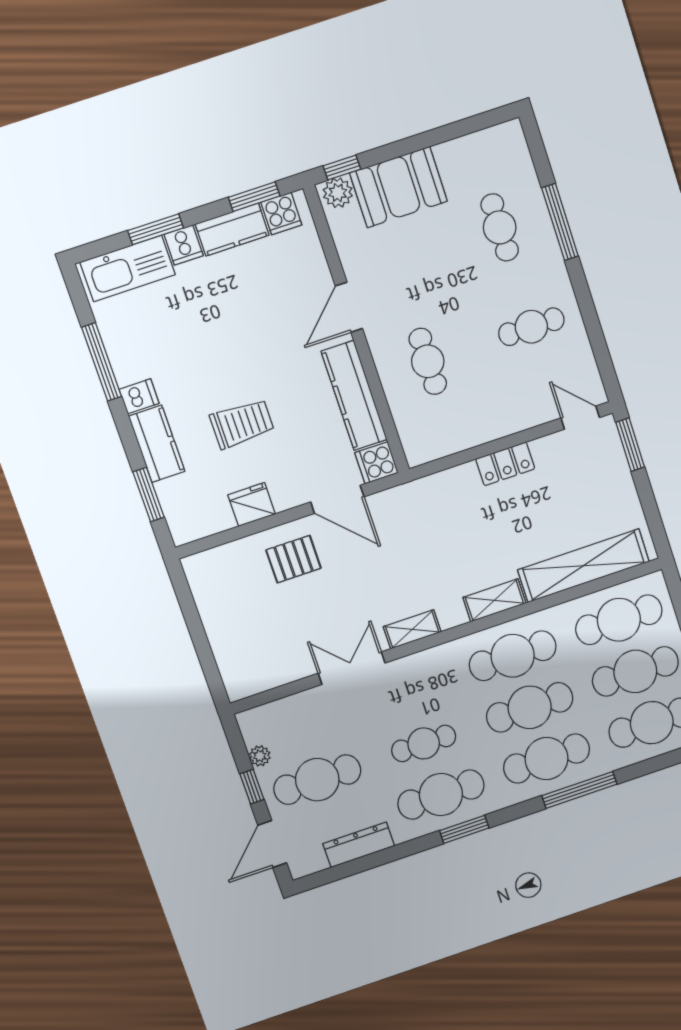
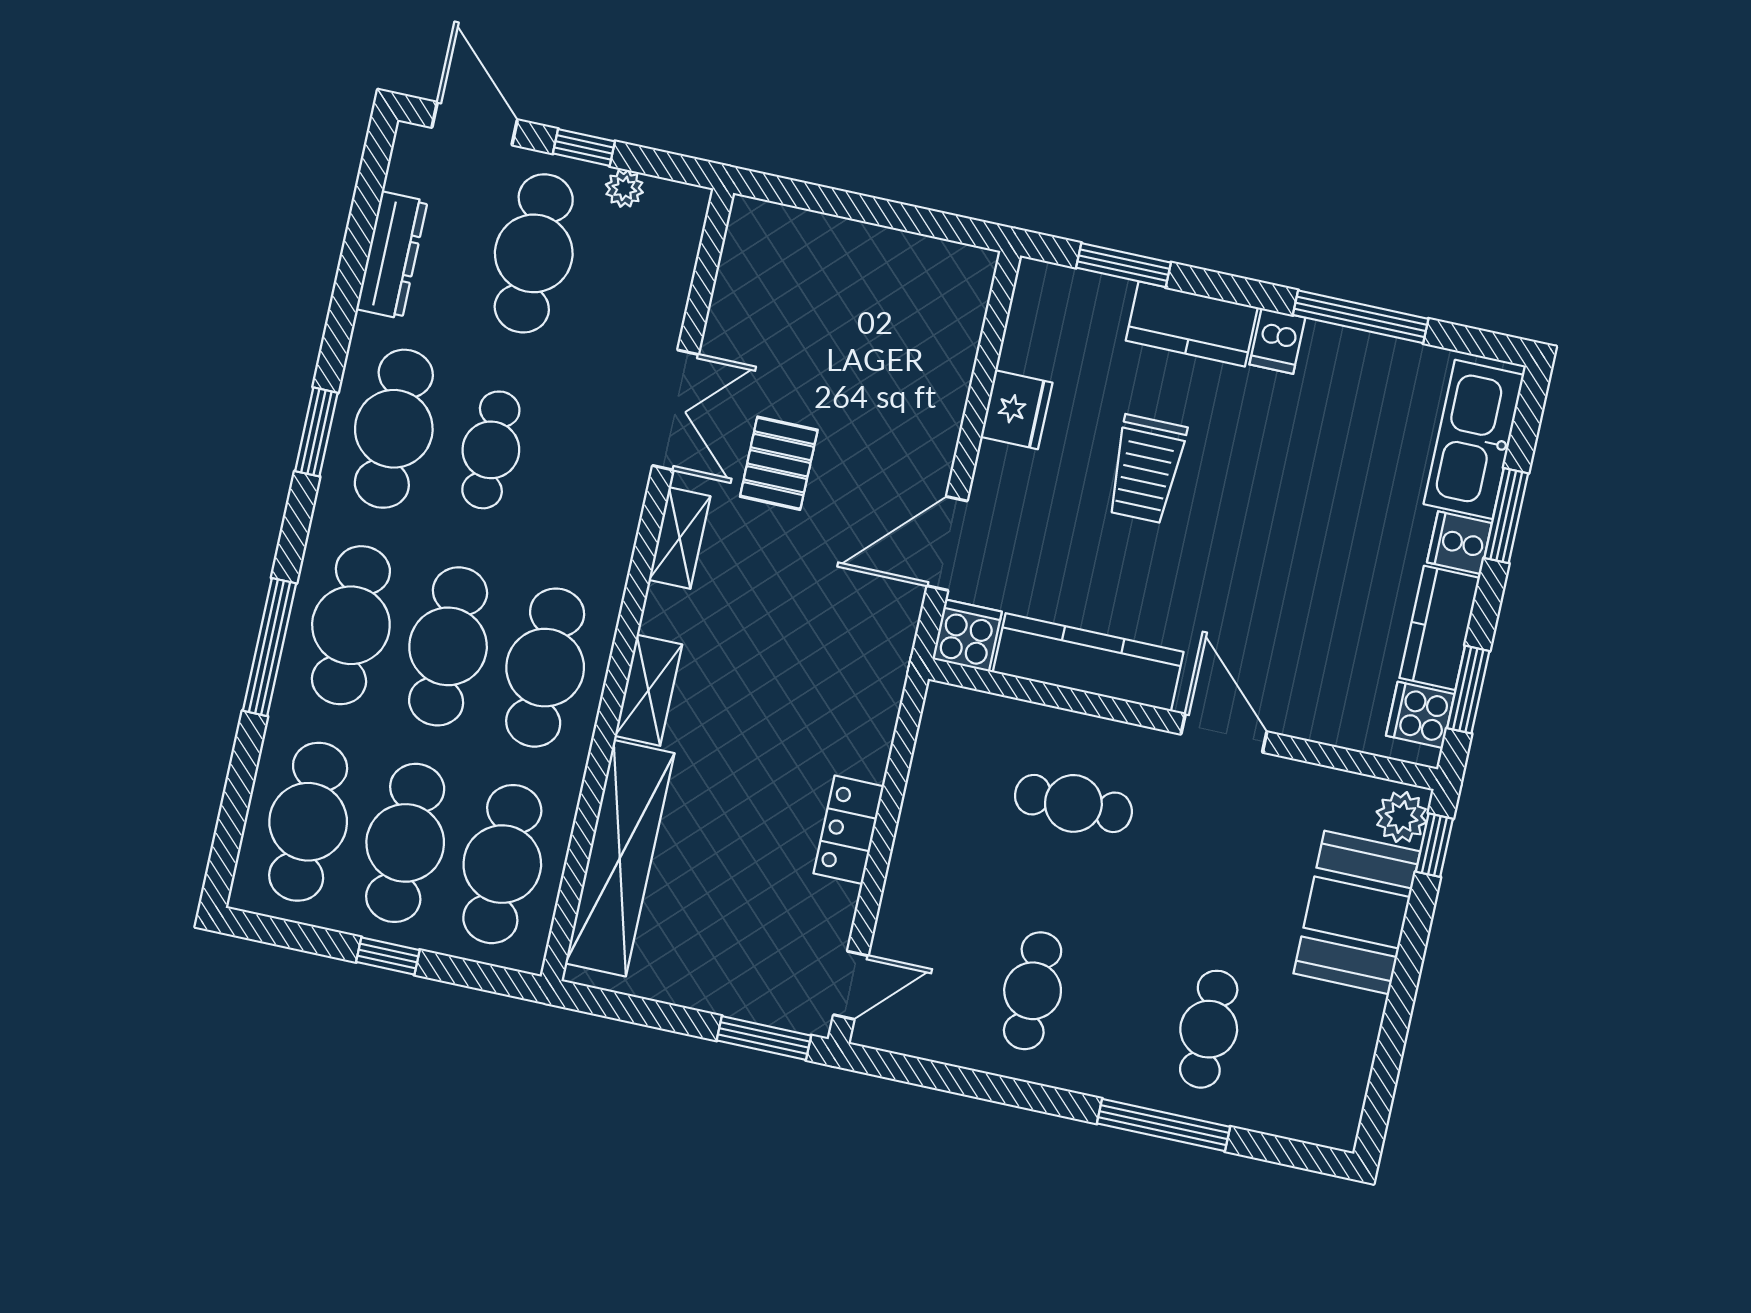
cafe table: (500, 227) -> (1209, 1029), turned 90
pallet: (294, 559) -> (779, 463), moved

